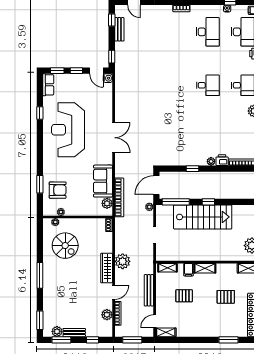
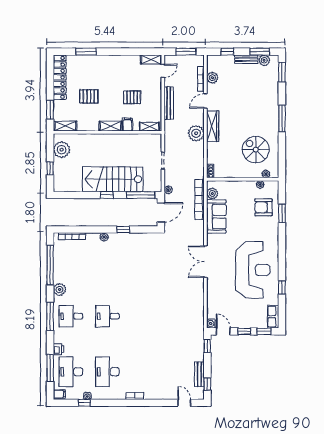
printer: (222, 160) -> (93, 238), removed

